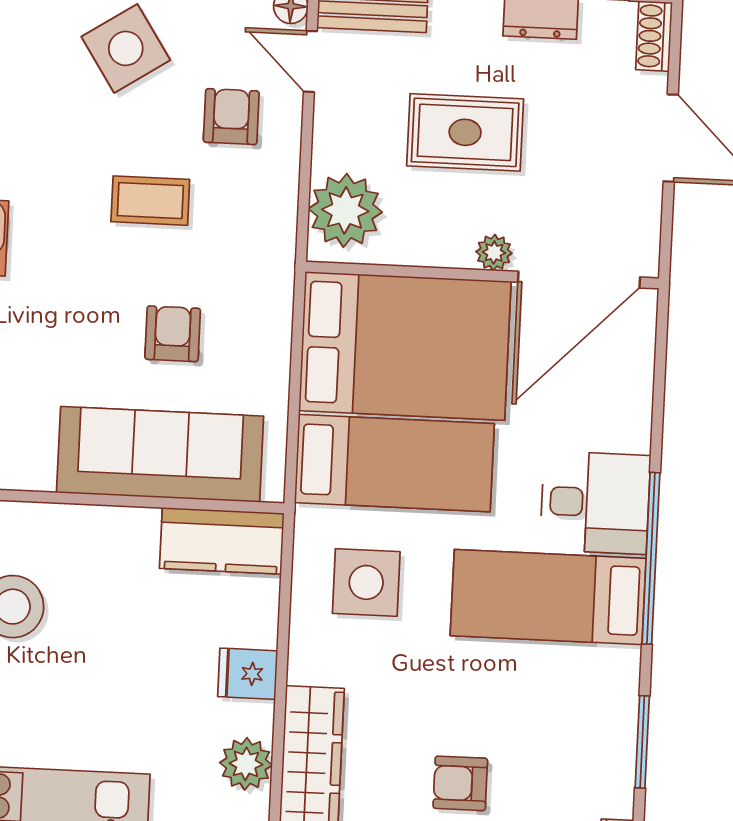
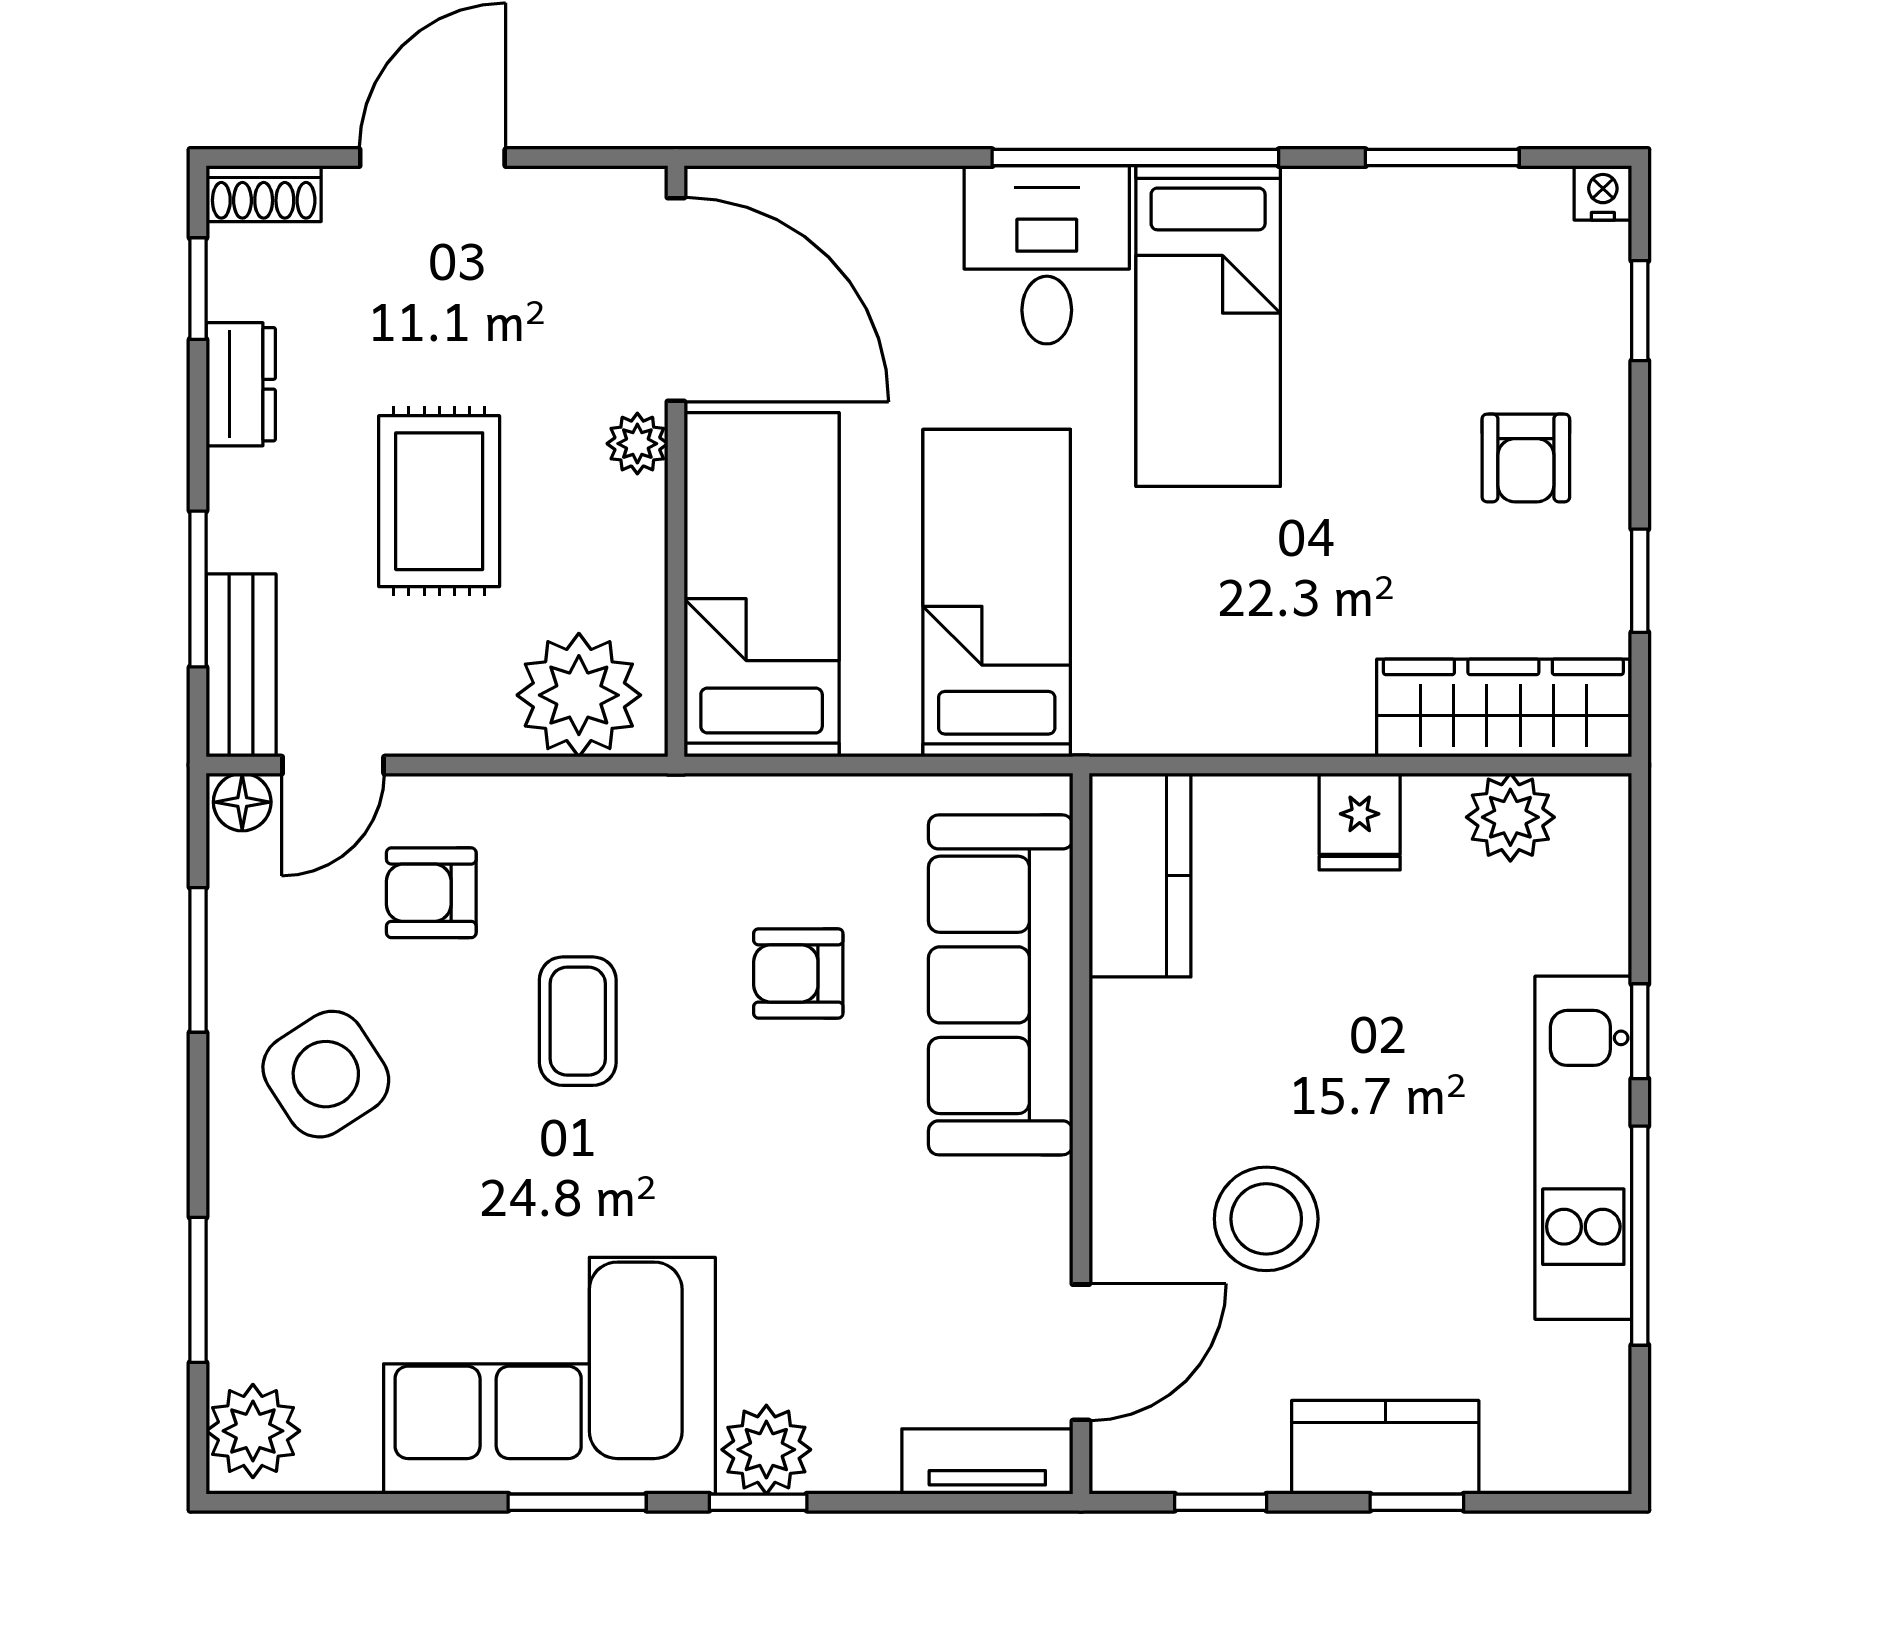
bed: (405, 346) -> (762, 585), width x0.67
side table: (366, 582) -> (1198, 631), removed

